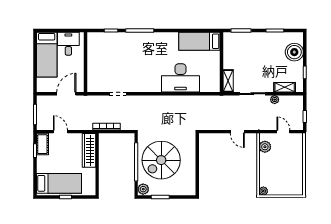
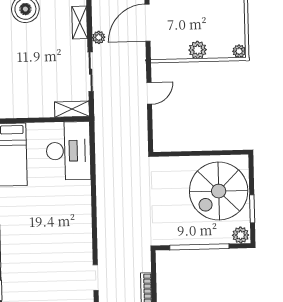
desk: (181, 78) -> (68, 151), moved
door: (283, 132) -> (148, 23), width x1.88
plant: (265, 147) -> (198, 50), moved
spiral stairs: (161, 160) -> (219, 191), moved, turned 90

